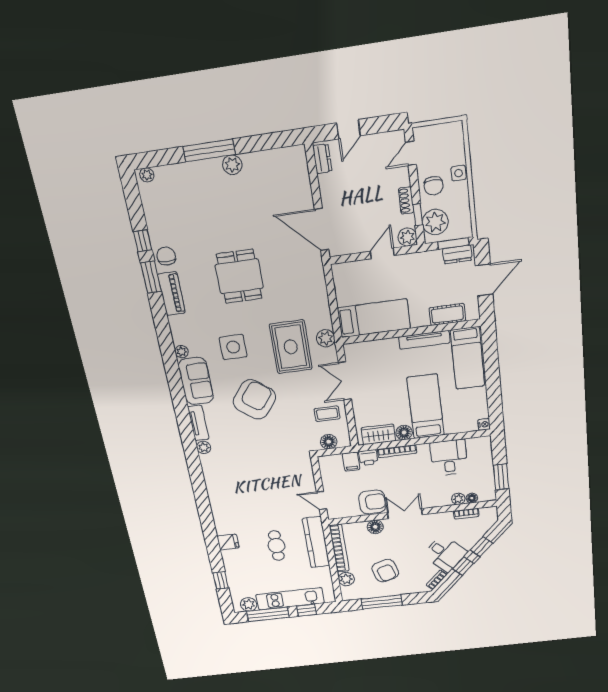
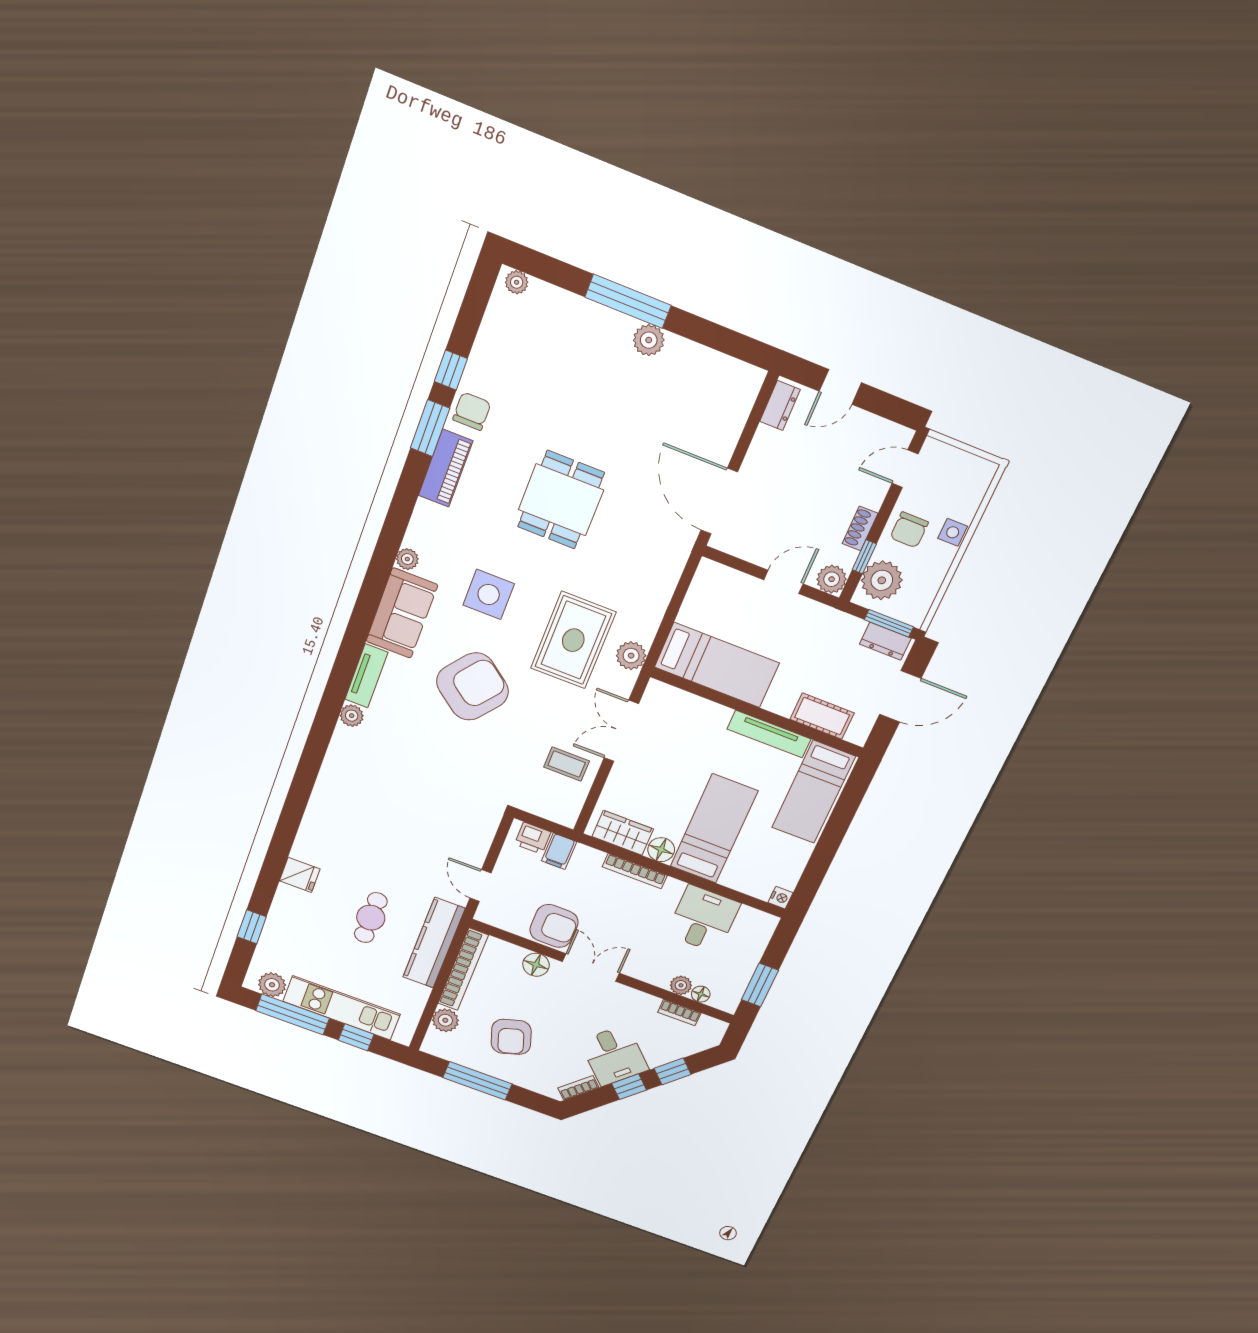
floor lamp: (329, 442) -> (544, 805), removed
printer: (368, 458) -> (533, 838), moved

